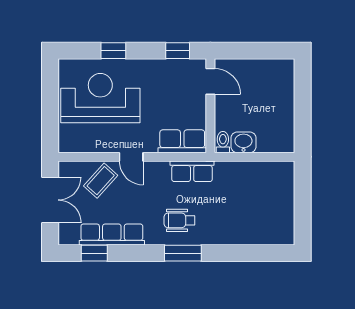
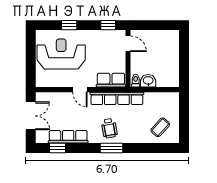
row of seats: (192, 171) -> (117, 98), width x2.02
coffee table: (101, 181) -> (160, 127), moved
wheelchair: (179, 220) -> (109, 128), turned -100

